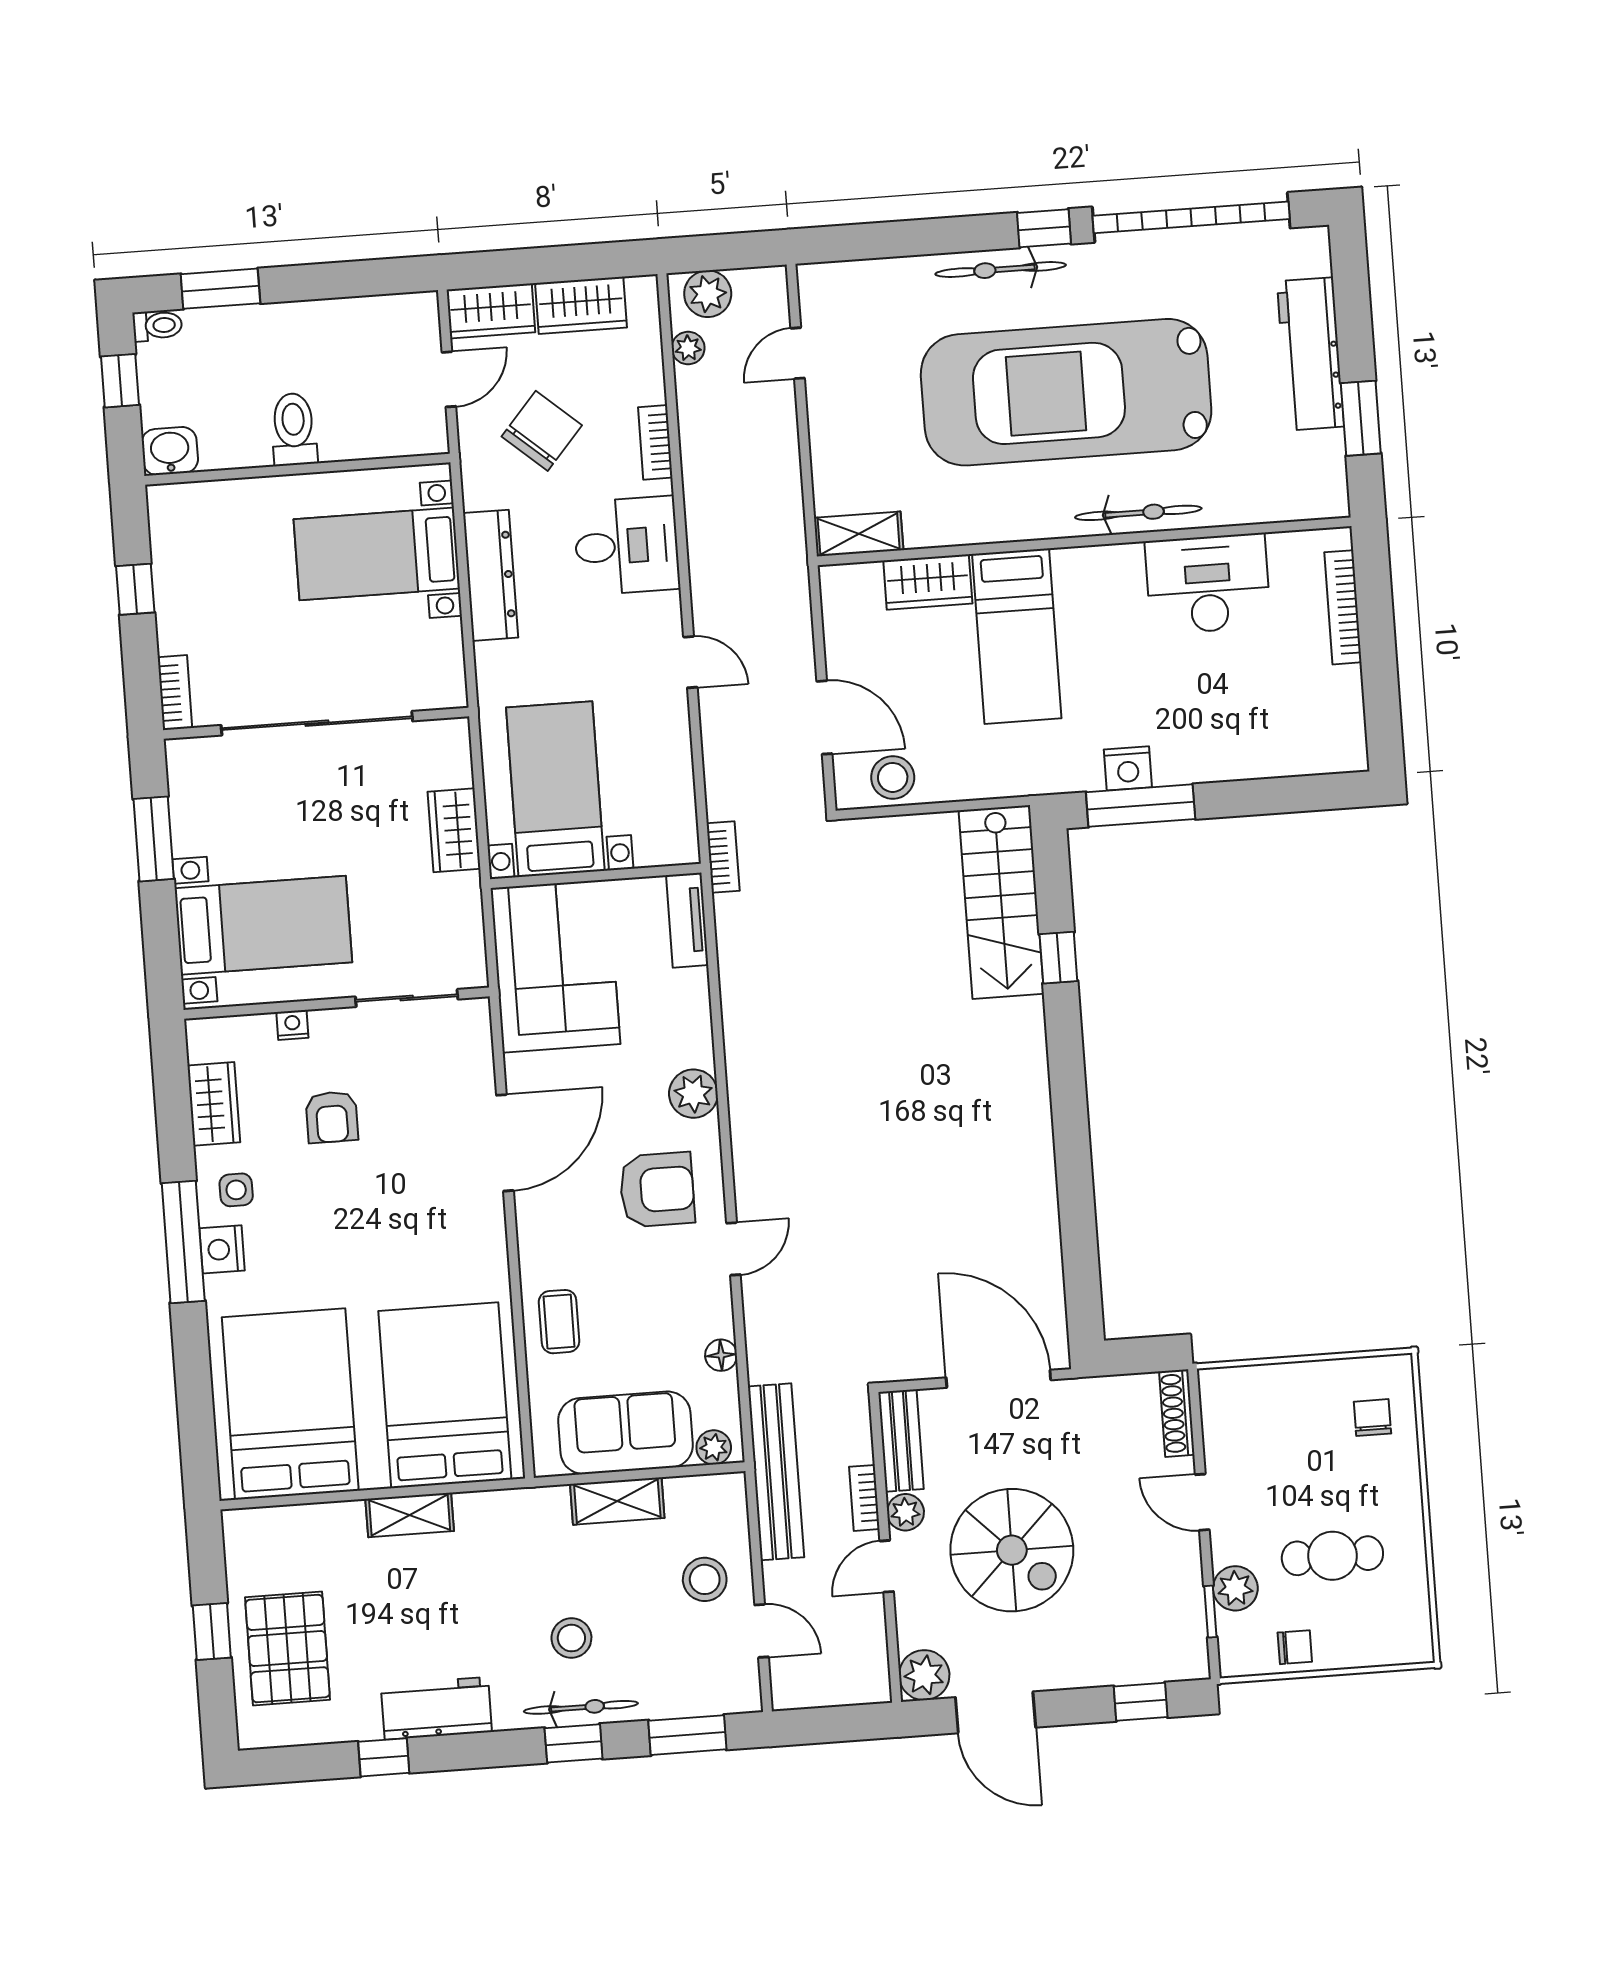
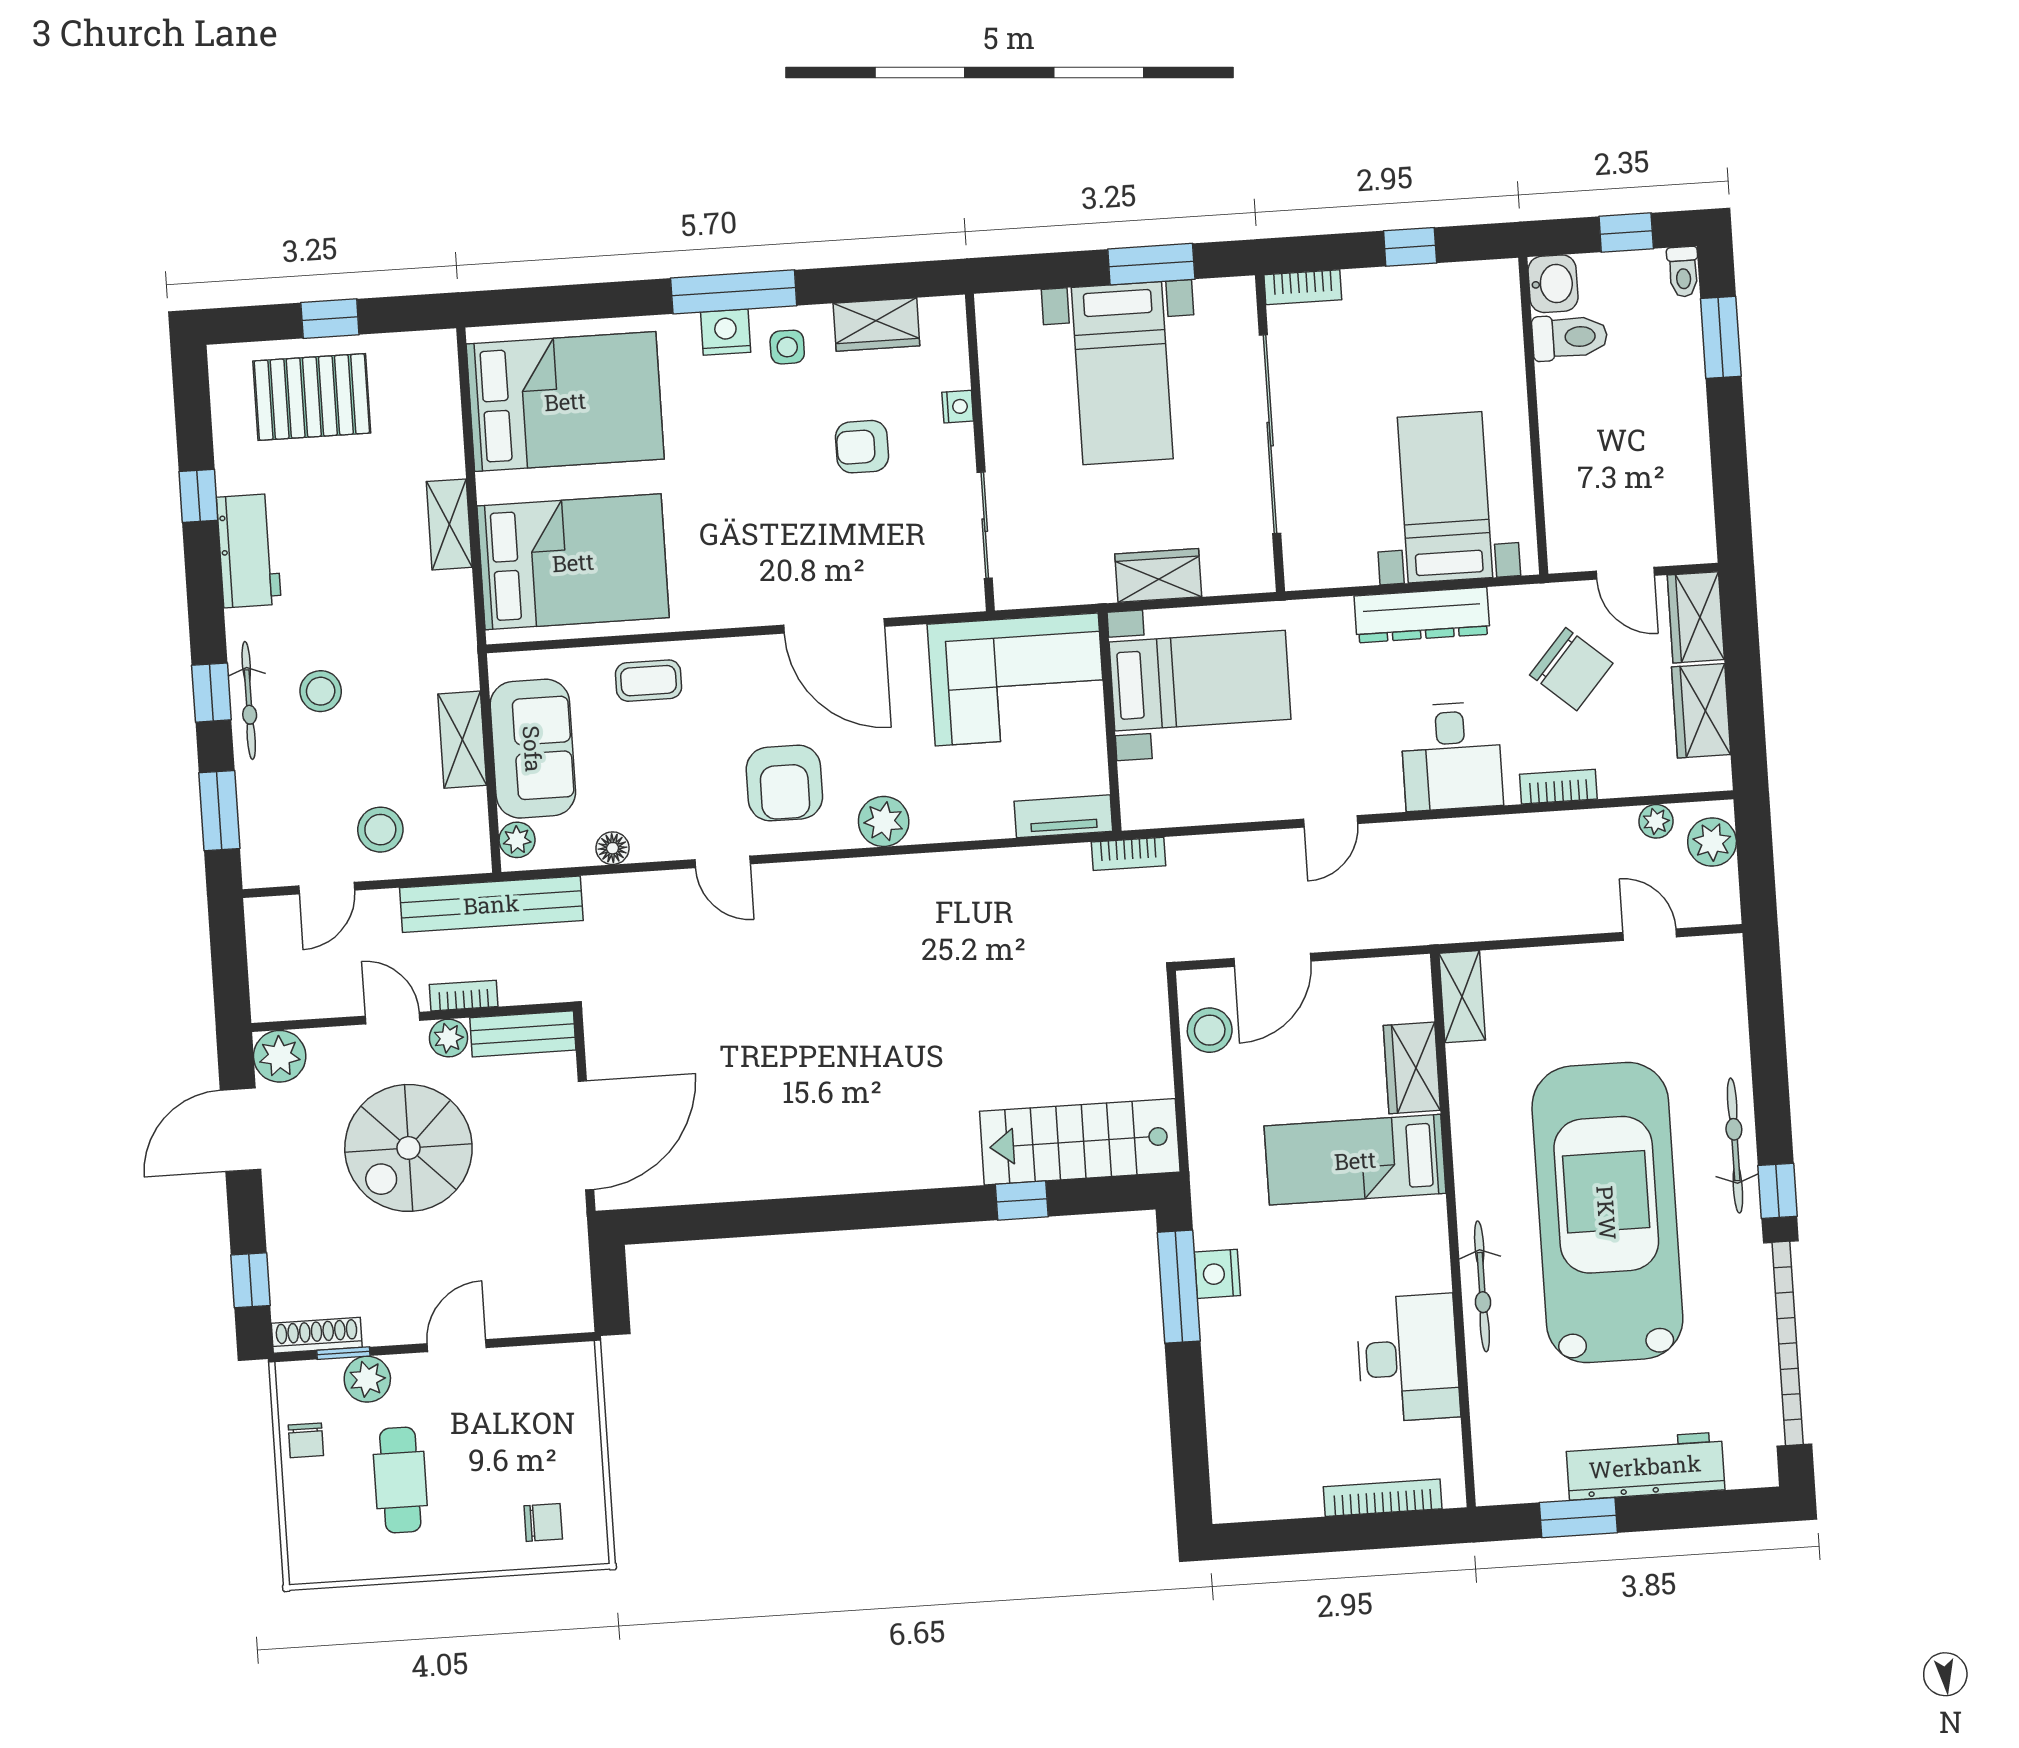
toilet: (294, 429) -> (1570, 337), moved
bed with nightstands: (263, 925) -> (1122, 373), moved
shoe rack: (1177, 1413) -> (317, 1335), moved

